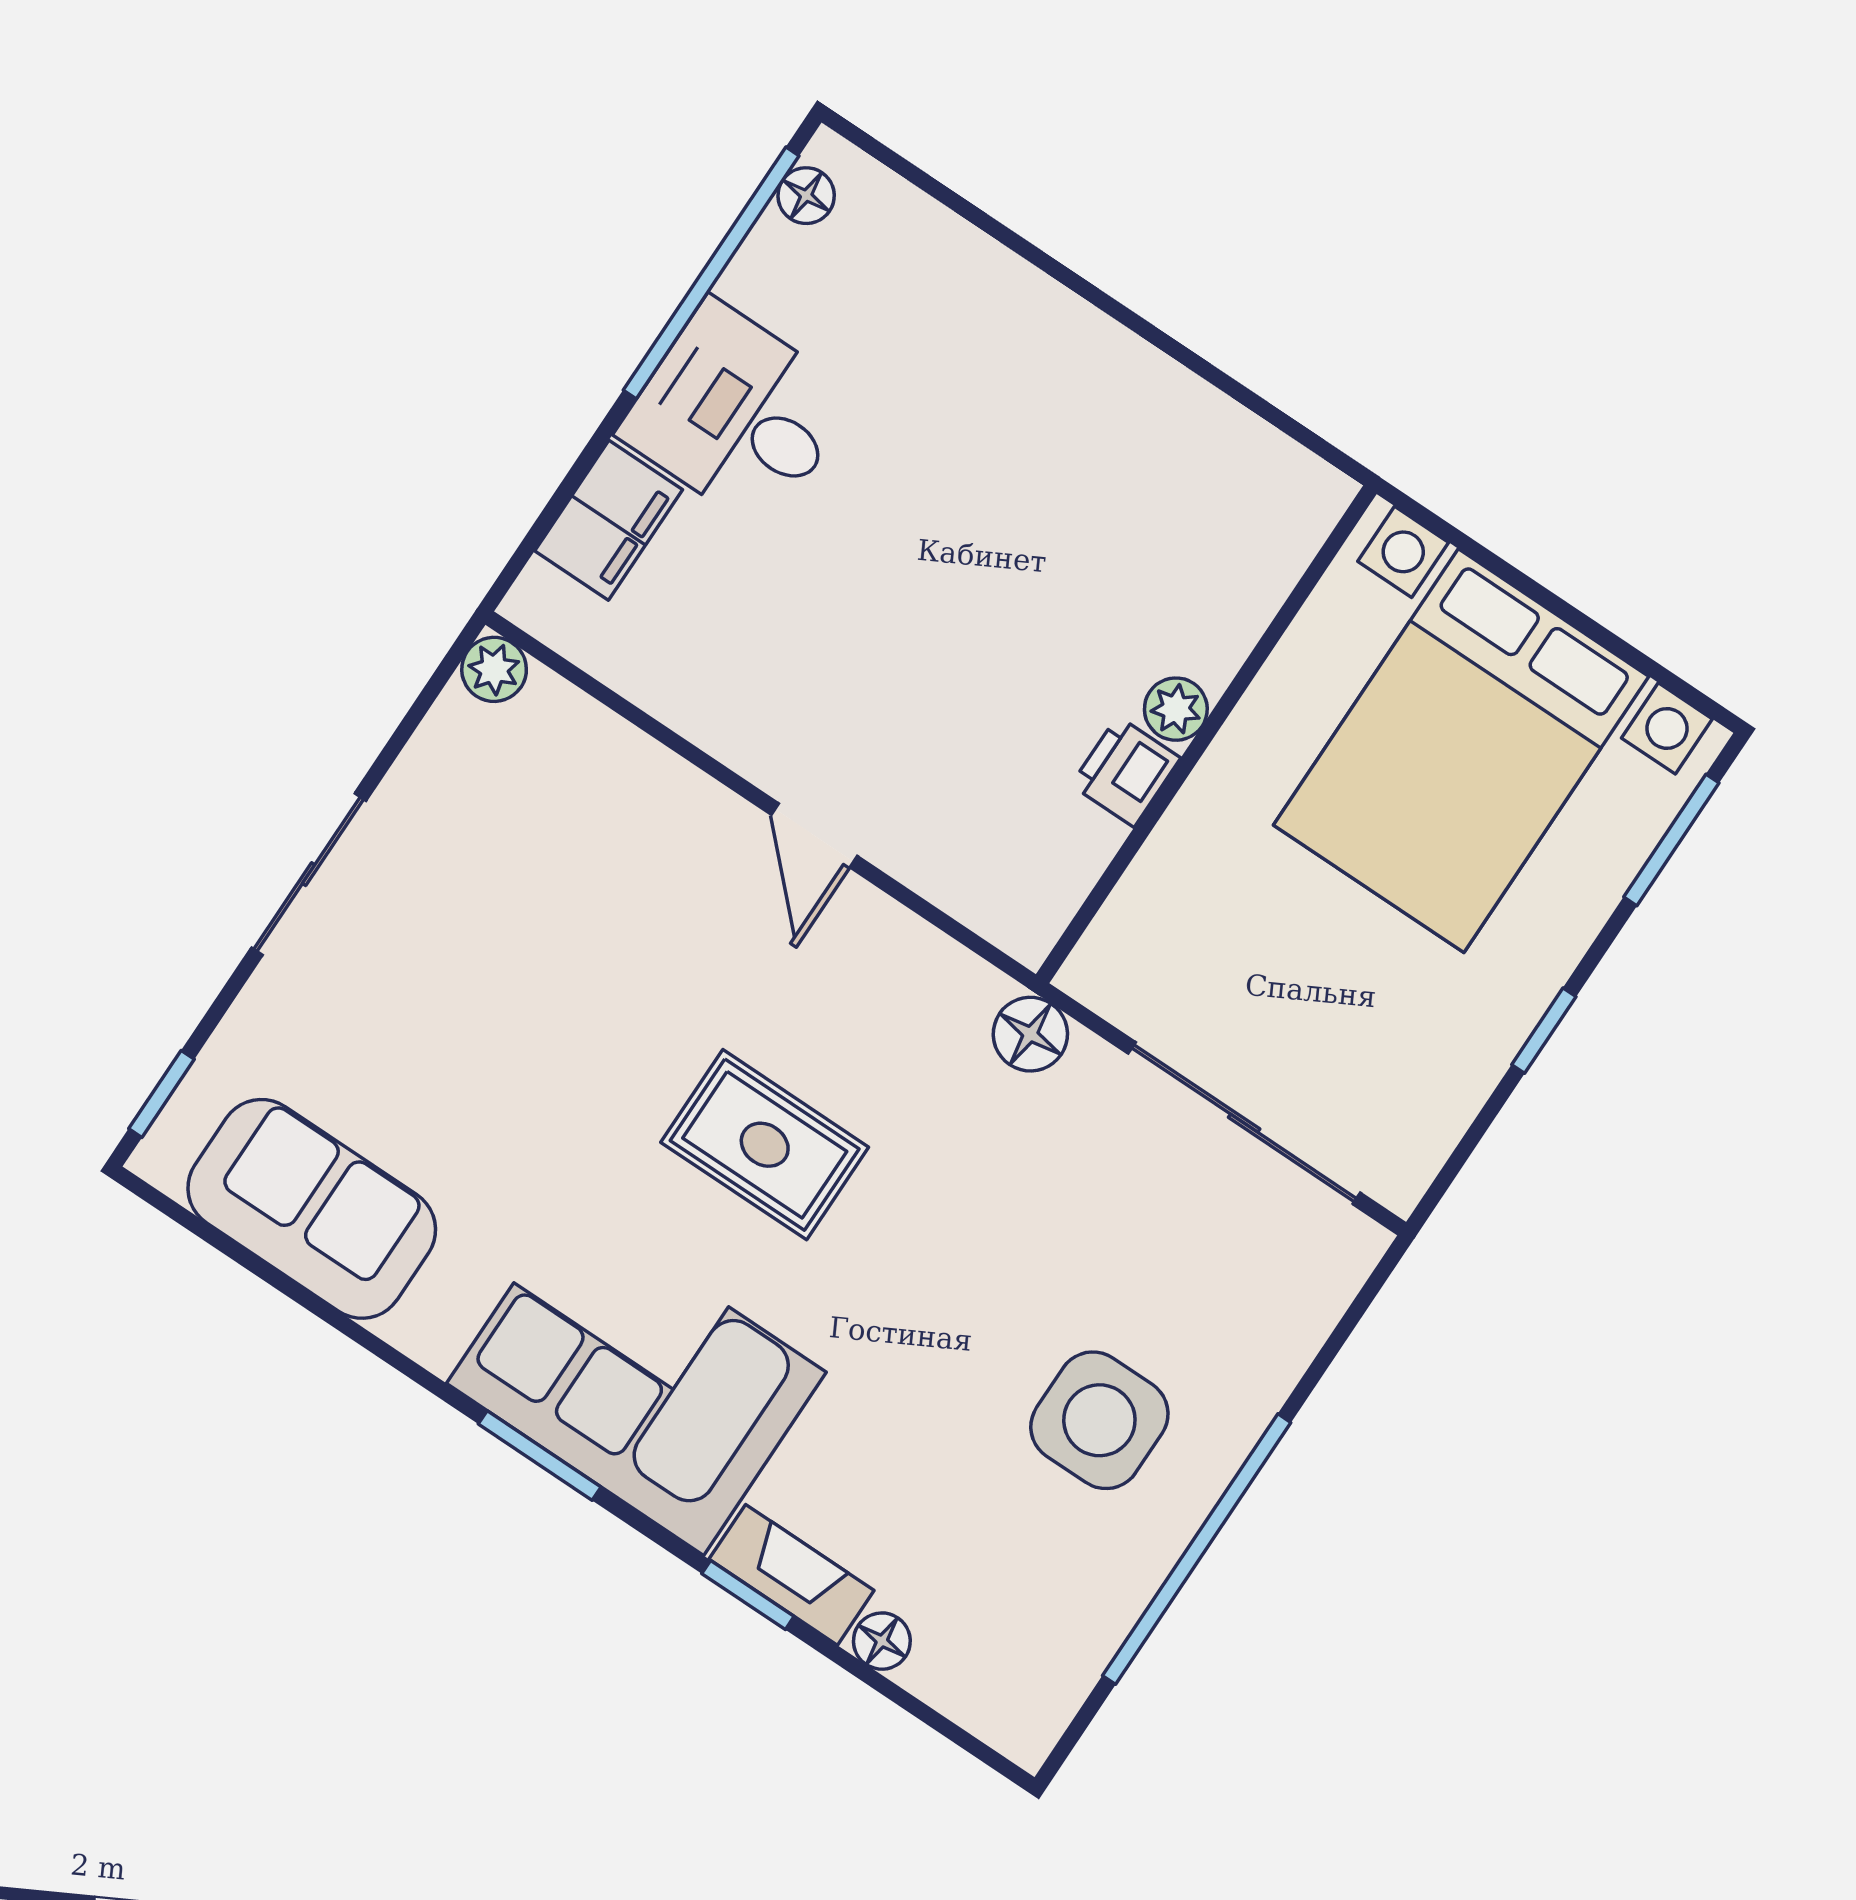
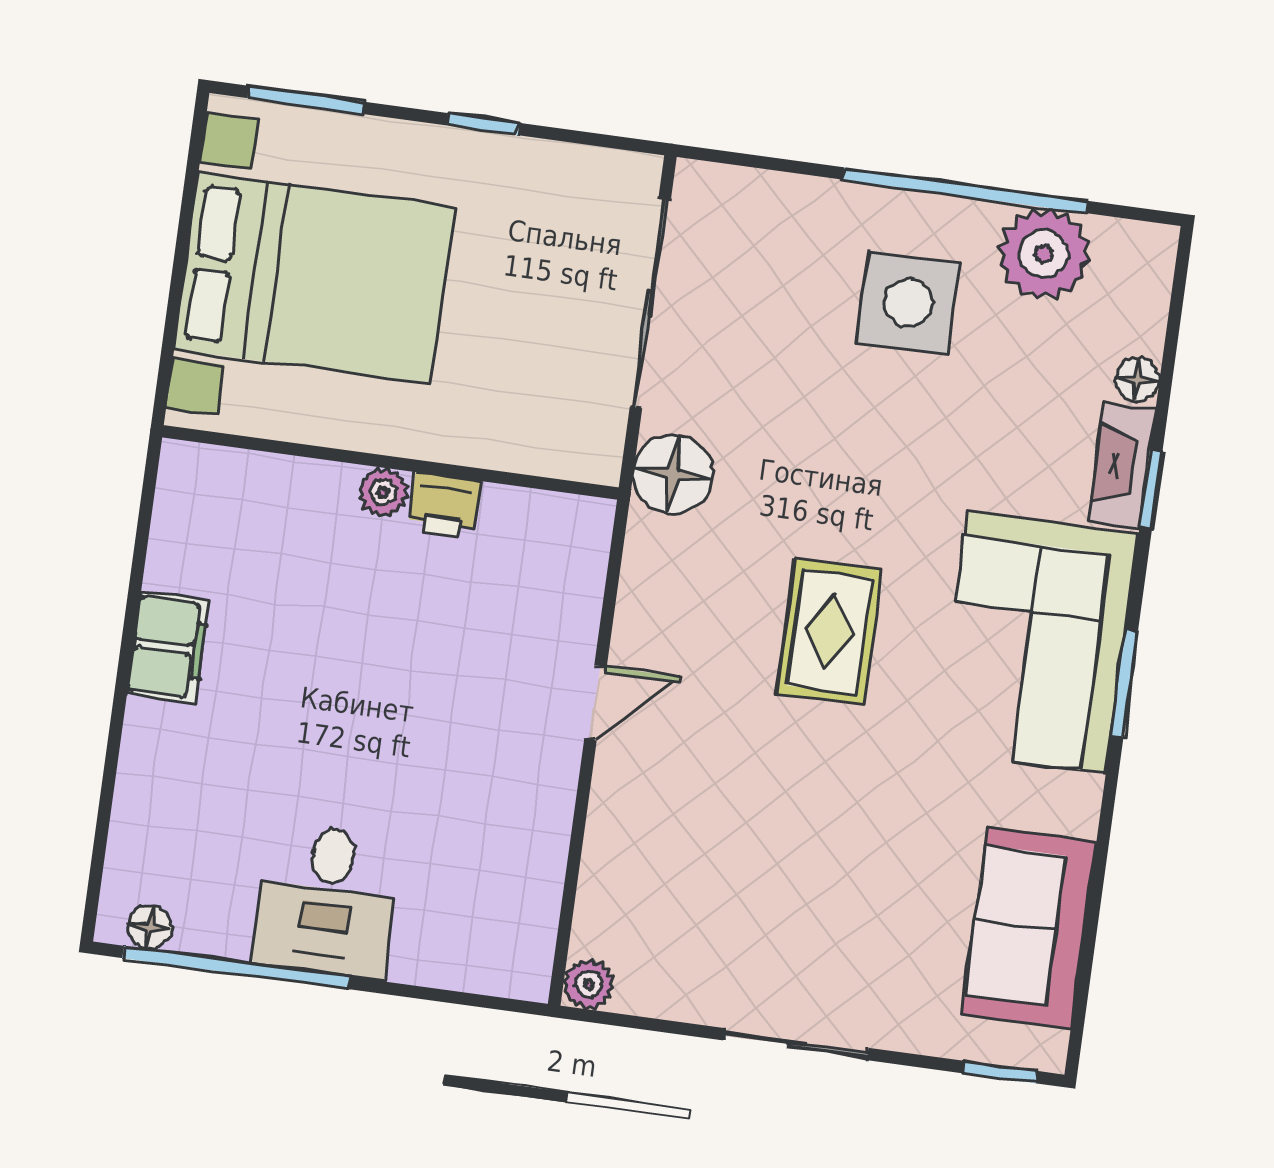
filing cabinet: (609, 520) -> (168, 647), moved, turned 90
floor lamp: (1030, 1034) -> (673, 474), width x1.38, depth x1.38
plant: (1079, 1604) -> (1044, 254), added

